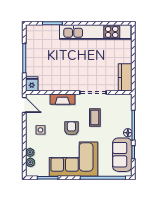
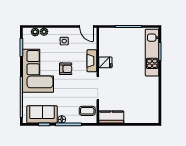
kitchen unit: (95, 32) -> (152, 53), moved, width x0.73
fridge: (32, 84) -> (105, 62), moved
door: (24, 105) -> (87, 27), hinge flipped
coffee table: (95, 118) -> (87, 111), moved

